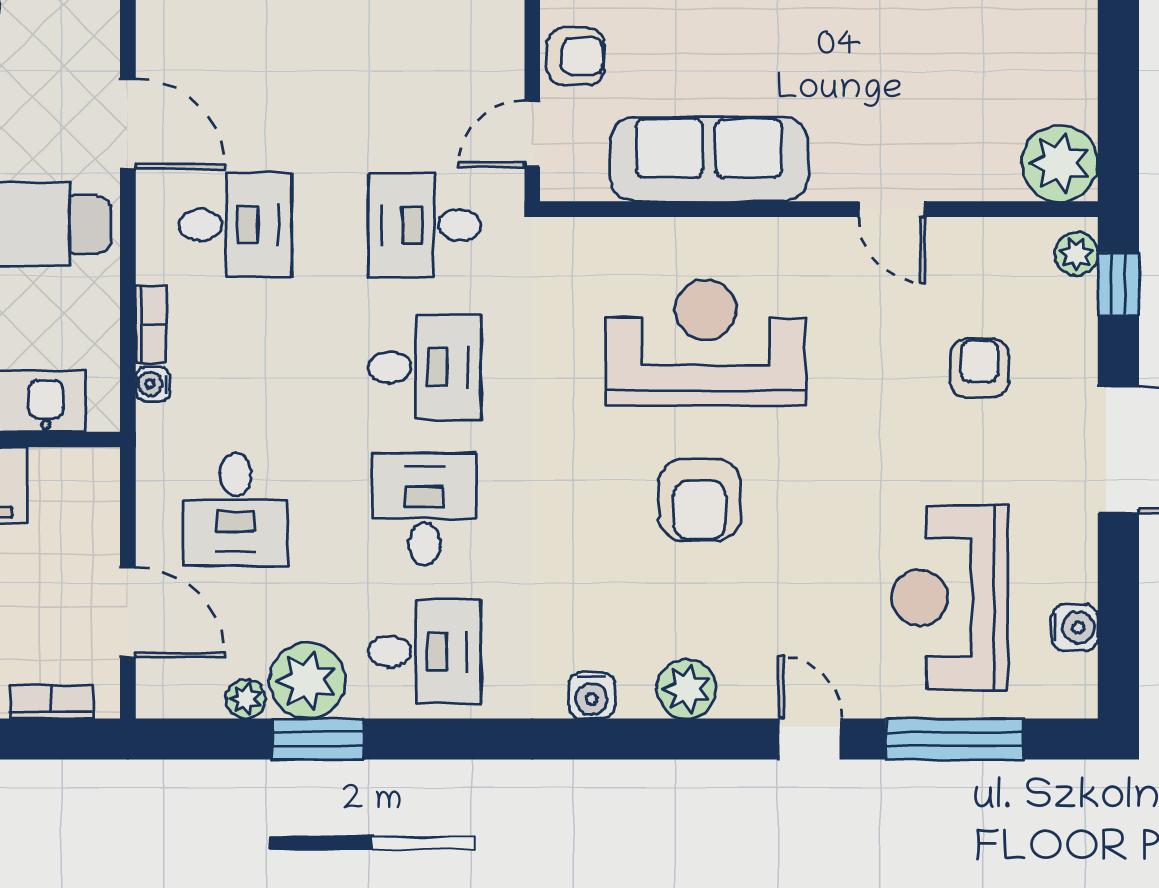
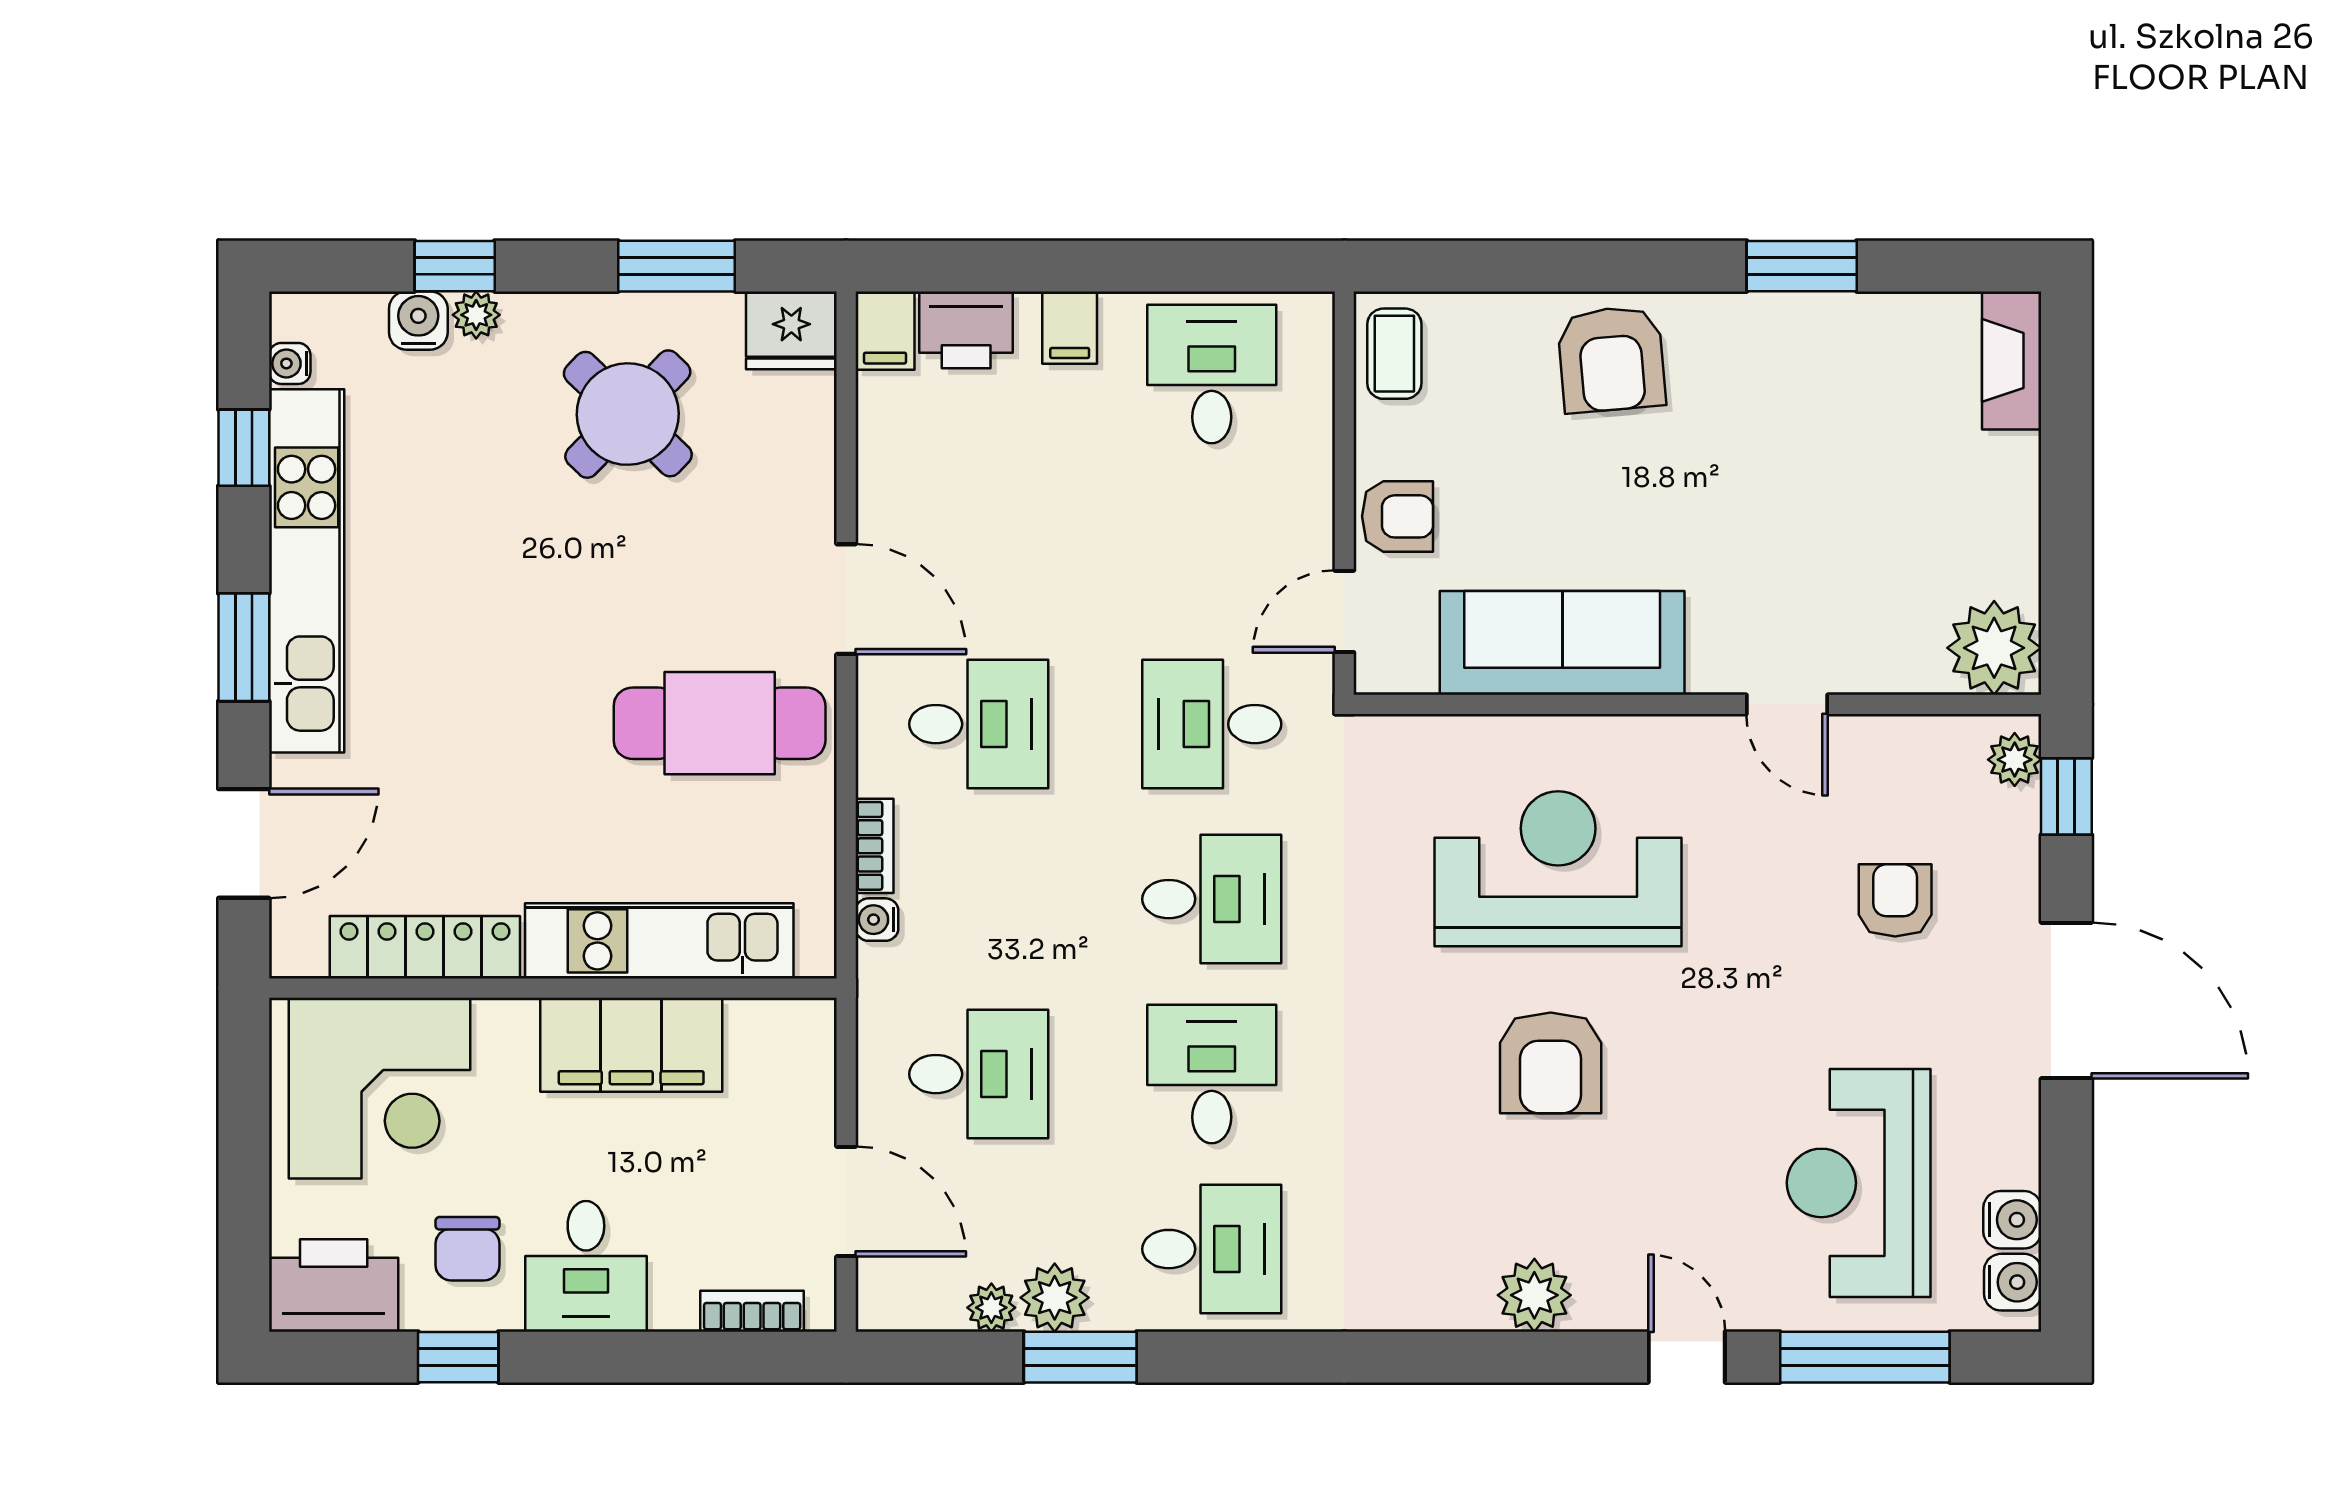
desk: (235, 509) -> (979, 1074), turned -90
plant: (307, 681) -> (1055, 1298), width x0.73, depth x0.73
water cooler: (592, 695) -> (2013, 1282), moved, turned -90

